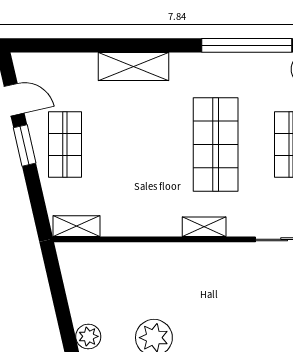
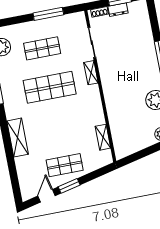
shelving: (77, 226) -> (103, 137), moved
shelving: (204, 227) -> (91, 73), moved

